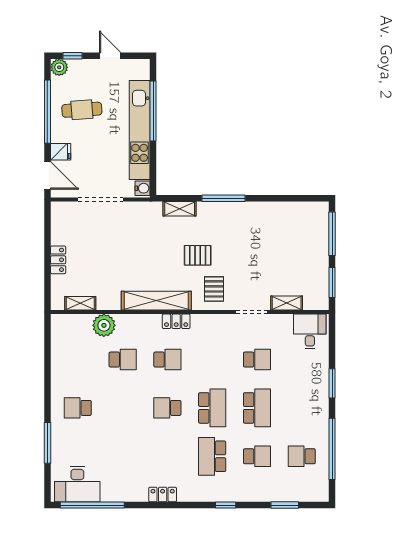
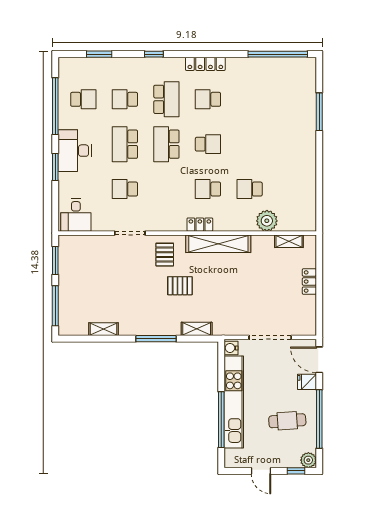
shelving: (287, 303) -> (103, 329), moved
school desk: (78, 408) -> (208, 99), moved, turned 180
desk: (77, 484) -> (75, 151), moved, turned -90
locker: (163, 495) -> (205, 64), width x1.53

